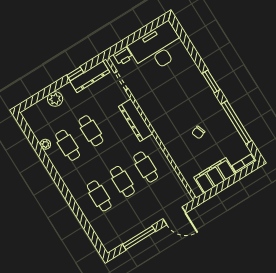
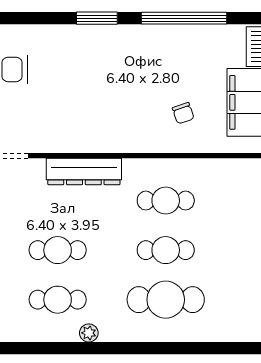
chair: (198, 132) -> (183, 113), moved
plant: (45, 144) -> (89, 333), moved
cafe table: (99, 196) -> (166, 300), width x1.37, depth x1.35

